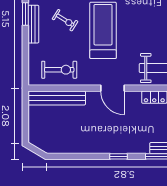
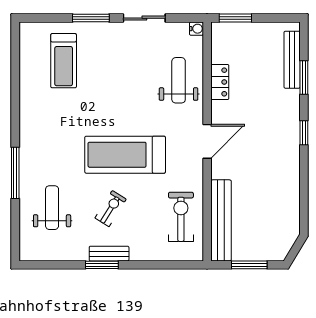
bench: (33, 24) -> (109, 254), width x0.73
window: (25, 118) -> (249, 265), added

